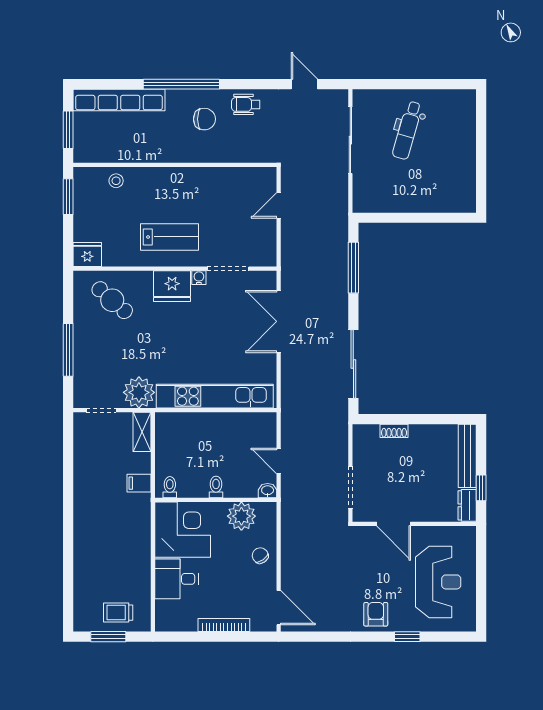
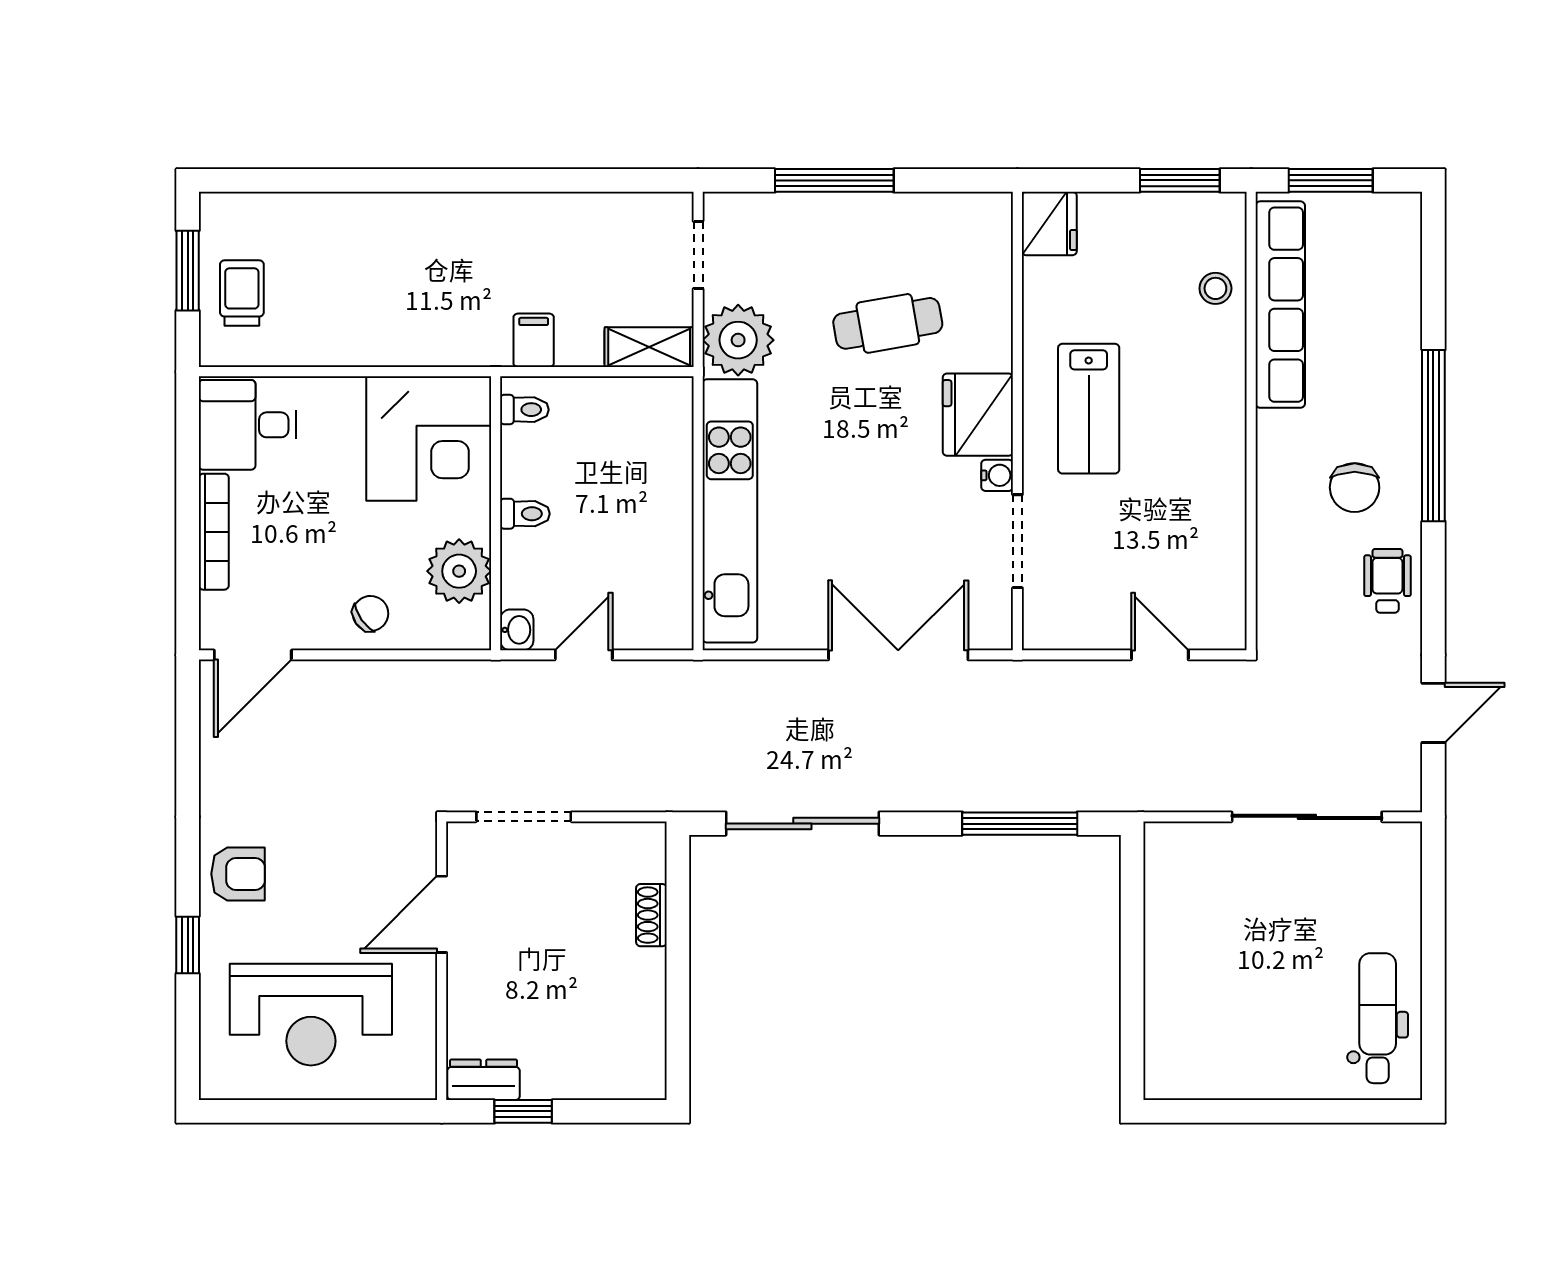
row of seats: (119, 100) -> (1280, 305), moved, turned 180
dental chair: (407, 130) -> (1378, 1018), moved, turned 74
cafe table: (112, 300) -> (888, 323), moved, turned 39
bench: (467, 456) -> (595, 1080), removed
desk: (177, 579) -> (247, 425), moved, turned -90

